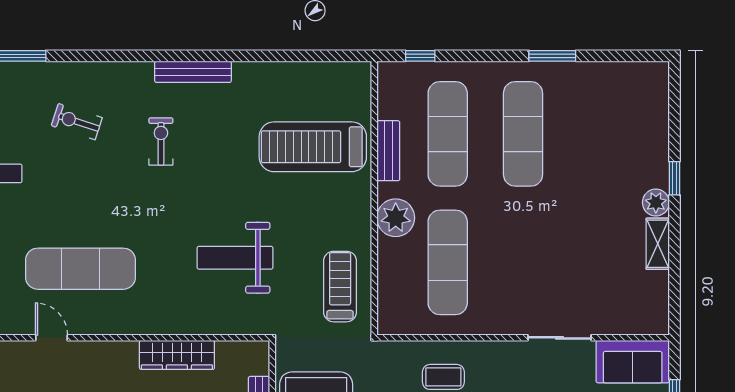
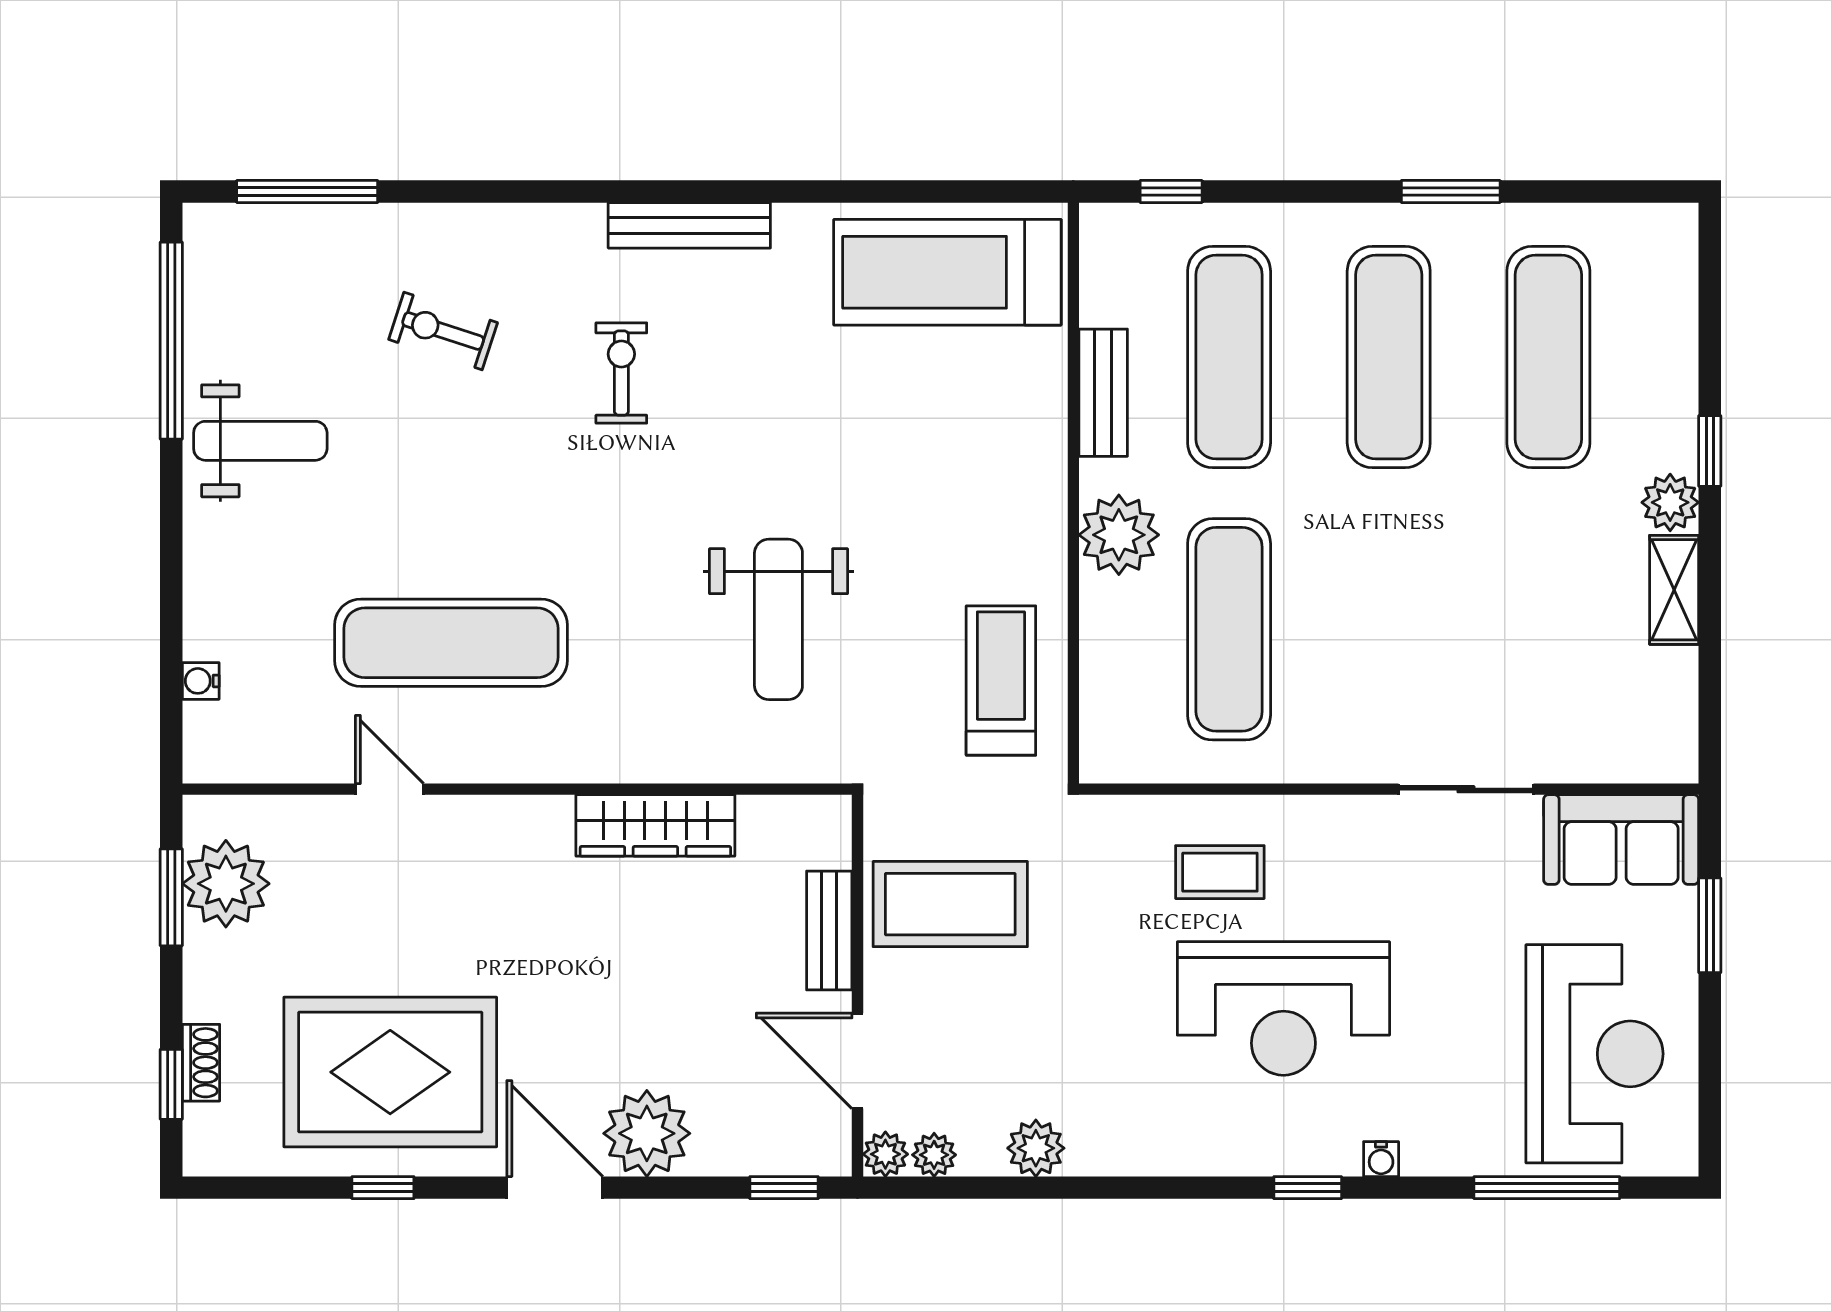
exercise mat: (598, 134) -> (1548, 357), added
treadmill: (313, 147) -> (947, 272), moved
weight bench: (235, 258) -> (778, 619), turned -90

